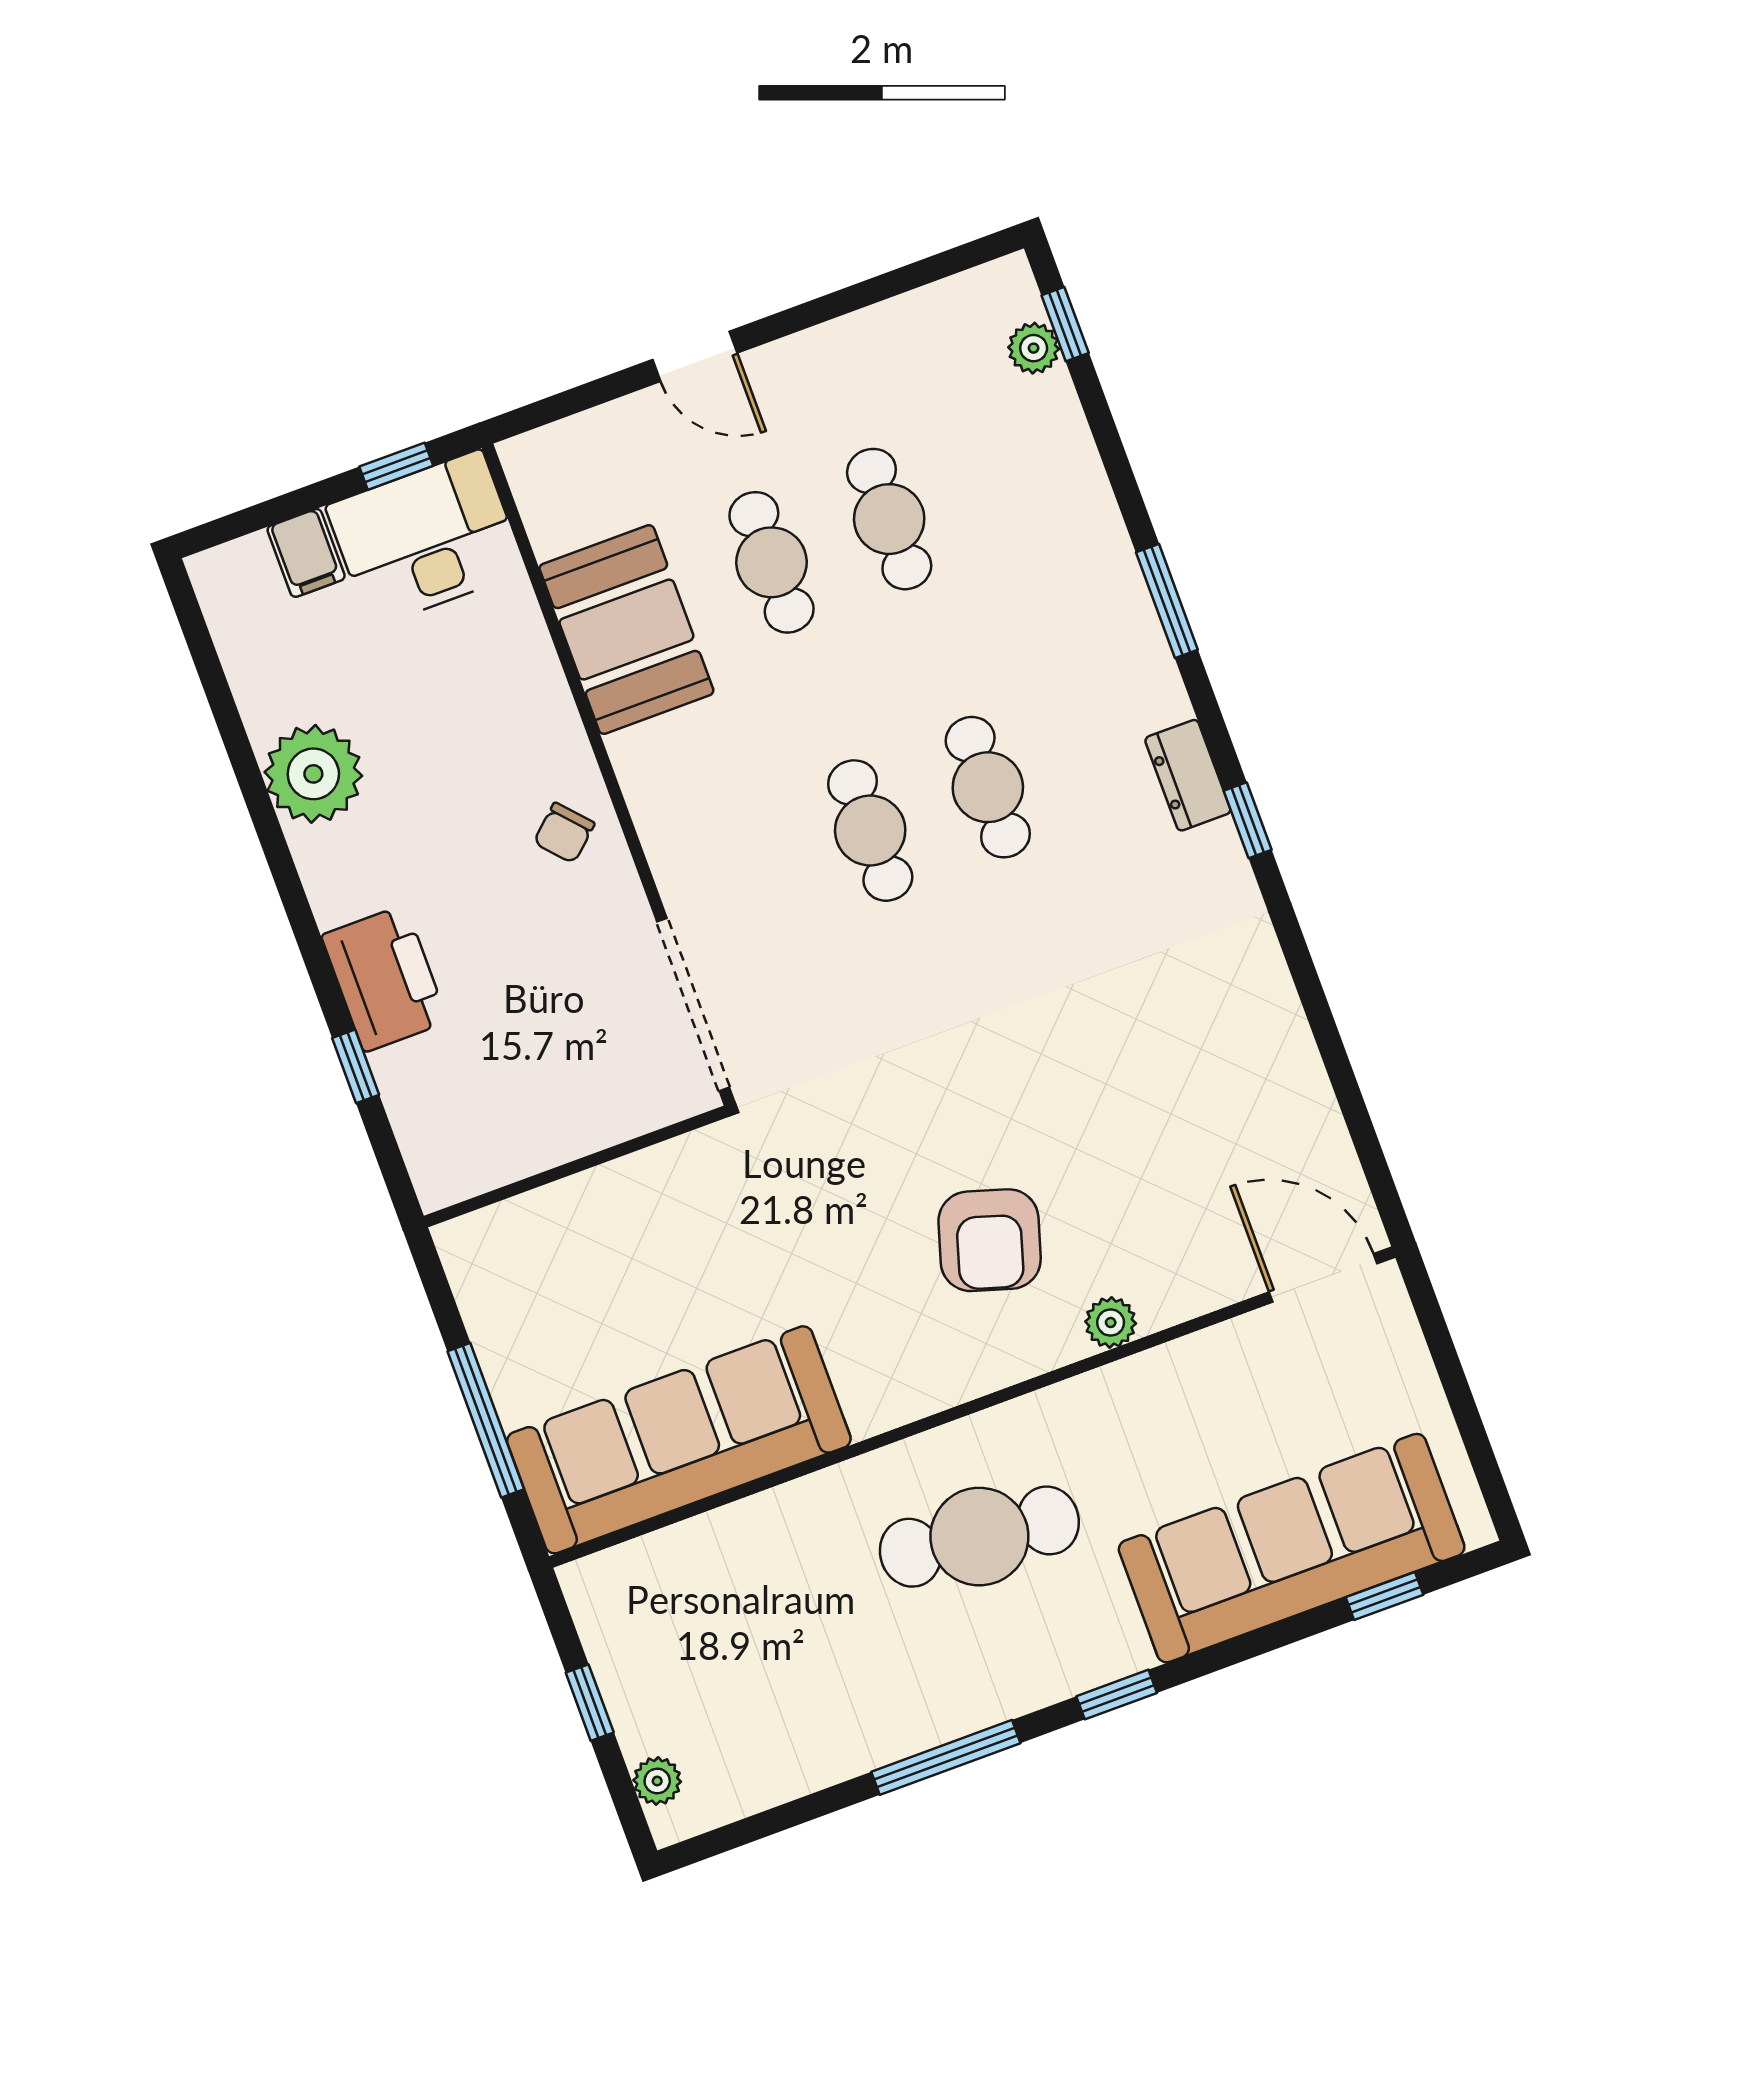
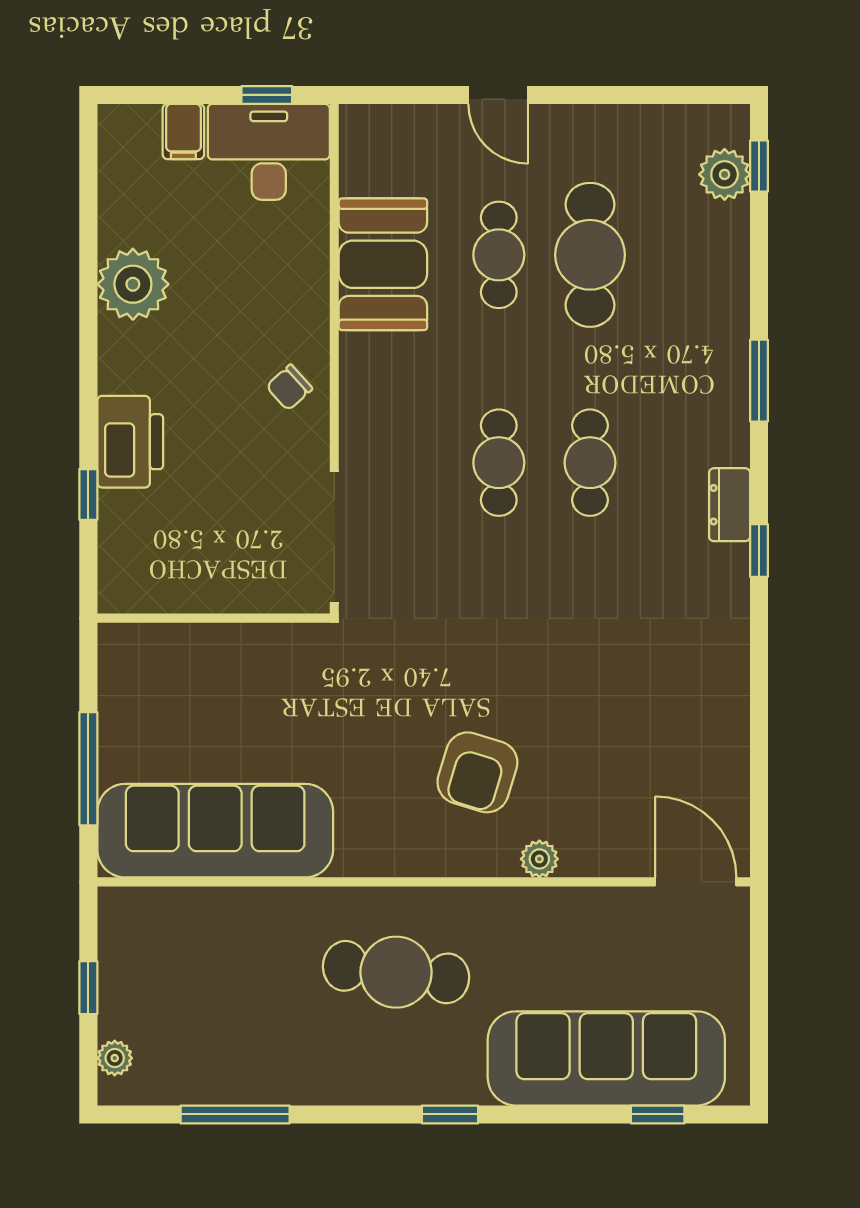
plant: (1034, 348) -> (725, 174), width x1.38, depth x1.38
cafe table: (889, 519) -> (590, 255), width x1.37, depth x1.35
window: (946, 1757) -> (235, 1114), moved

